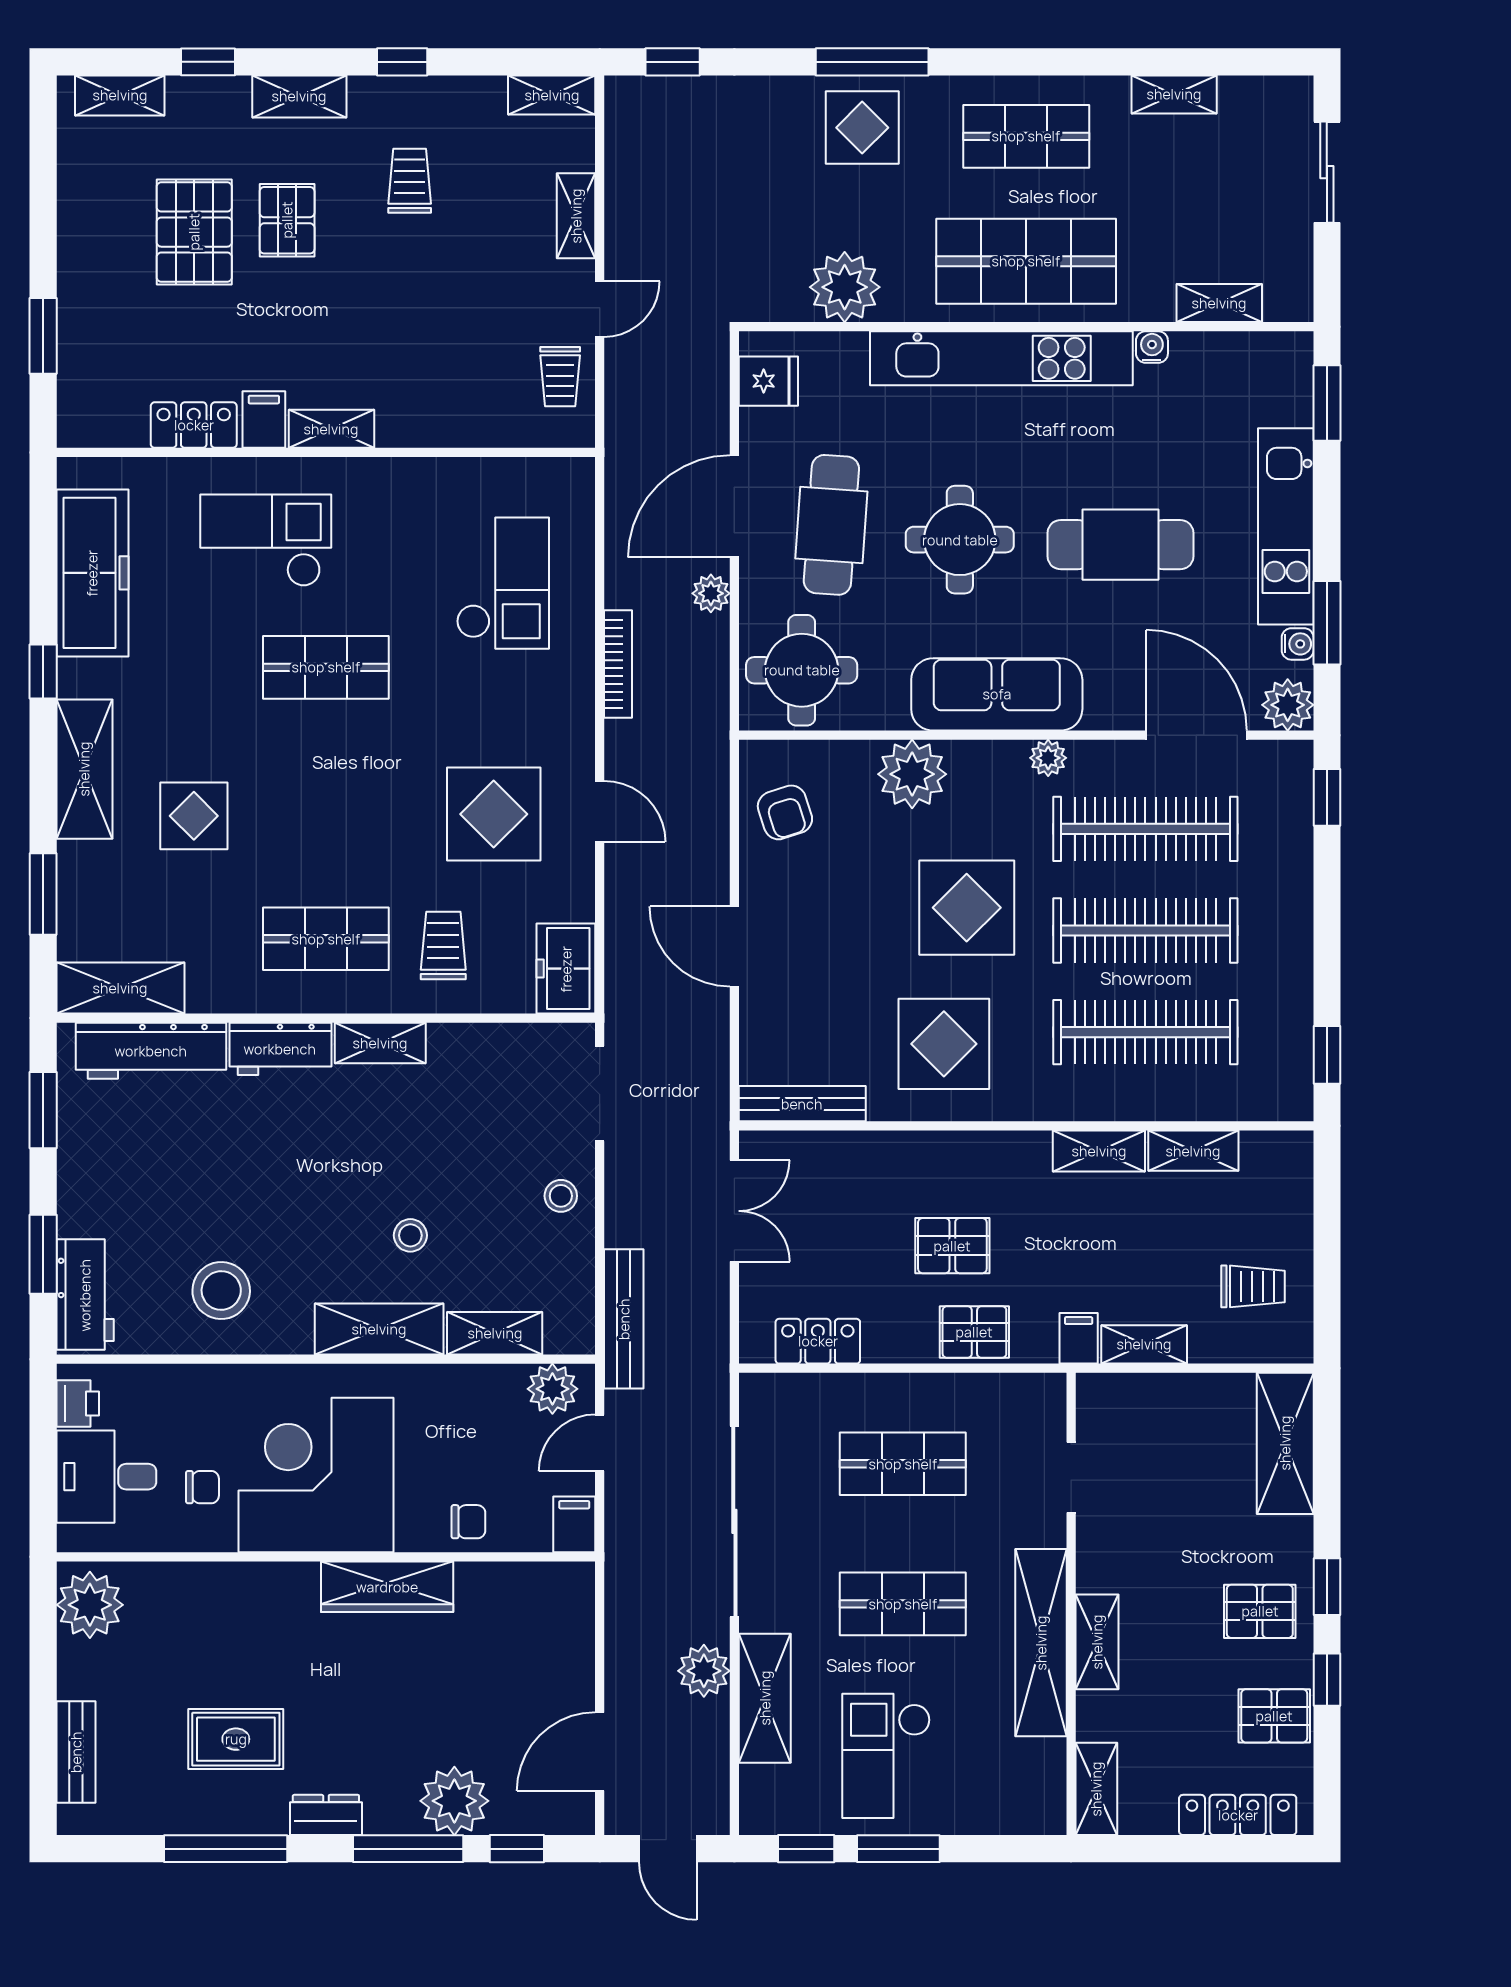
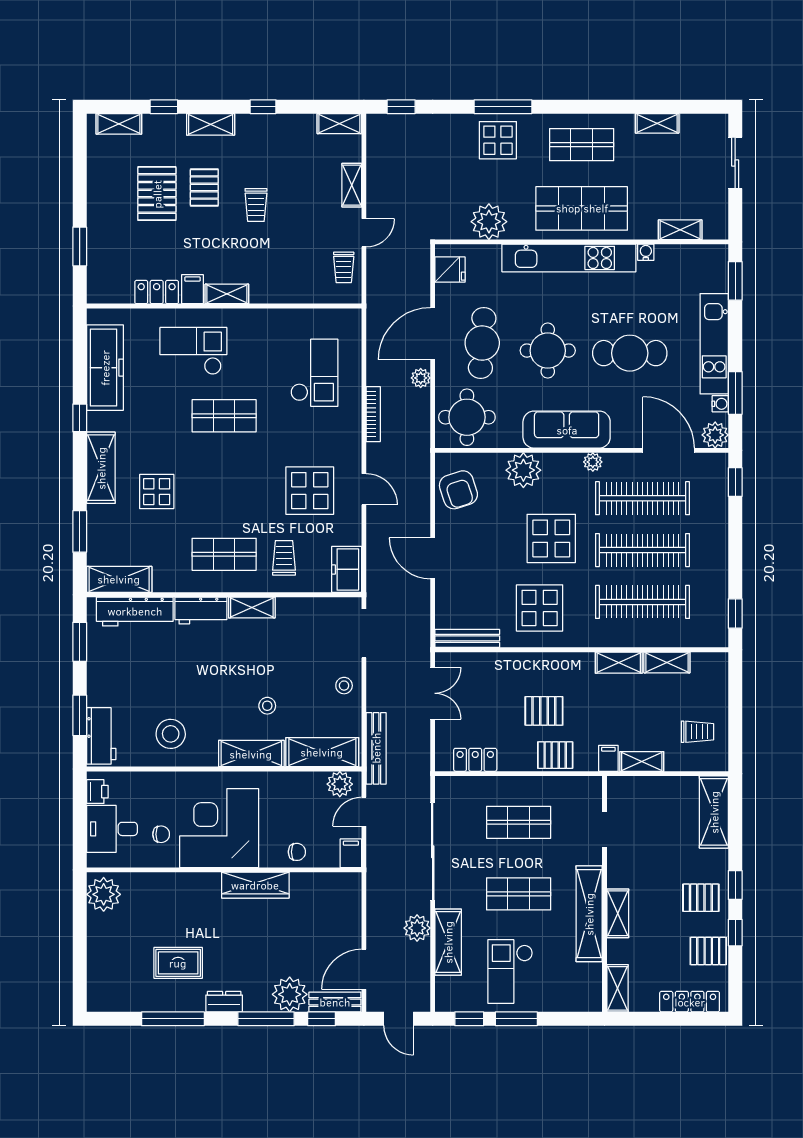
trolley: (410, 181) -> (256, 205), moved, turned 180
armchair: (785, 812) -> (458, 490), width x1.38, depth x1.38
shelving: (495, 1333) -> (322, 752), width x1.50, depth x1.33
bench: (76, 1752) -> (335, 1002), moved, turned 90

